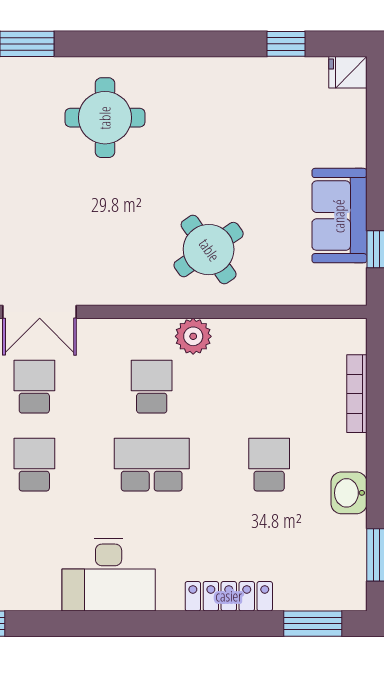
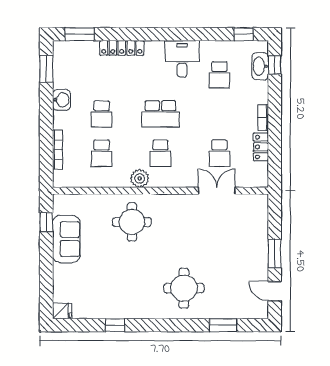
window: (286, 44) -> (115, 325), moved
round table: (209, 250) -> (132, 222), turned 35
school desk: (269, 387) -> (102, 153), added
school desk: (34, 465) -> (219, 75), moved
desk: (109, 575) -> (182, 59), width x0.73

